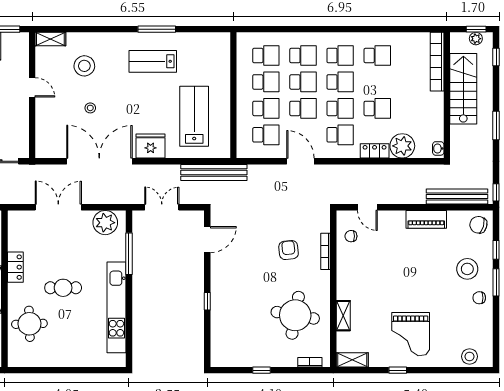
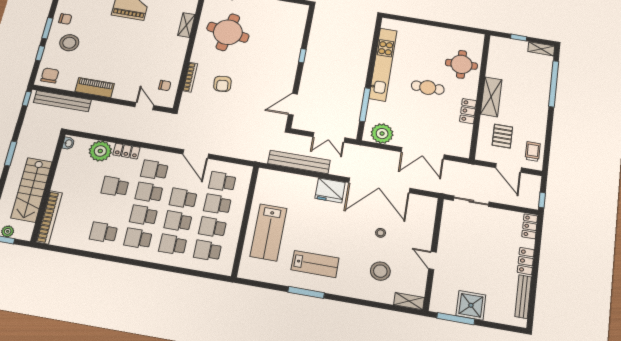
lab bench: (194, 116) -> (268, 232), moved
bench: (214, 172) -> (299, 162), moved
chair: (478, 225) -> (50, 75), turned -106

